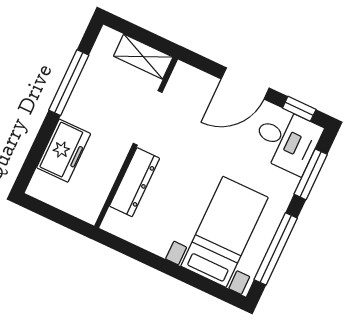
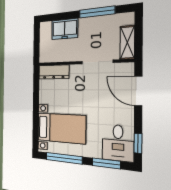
door: (245, 83) -> (138, 91), moved
dresser: (135, 182) -> (54, 72), moved

